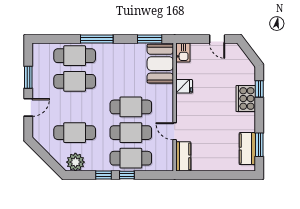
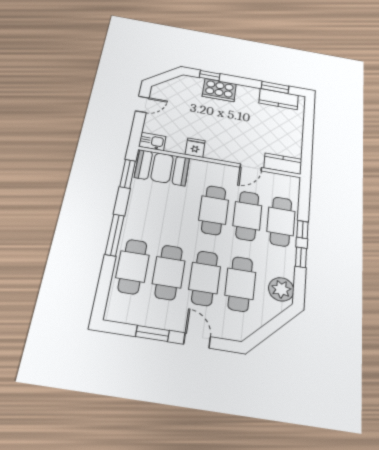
cafe table: (75, 107) -> (205, 278), added

